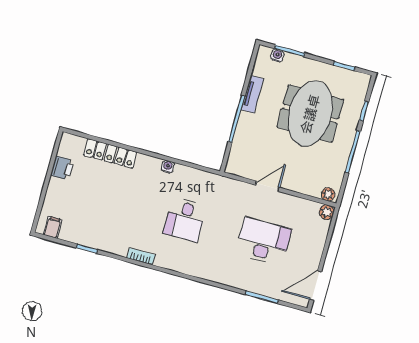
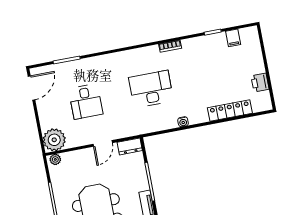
dresser: (239, 168) -> (130, 146), added
plant: (327, 212) -> (54, 140), width x1.88, depth x1.88
desk: (185, 220) -> (151, 89), width x1.37
filing cabinet: (53, 227) -> (233, 38), moved
desk: (263, 241) -> (86, 102), width x0.73

